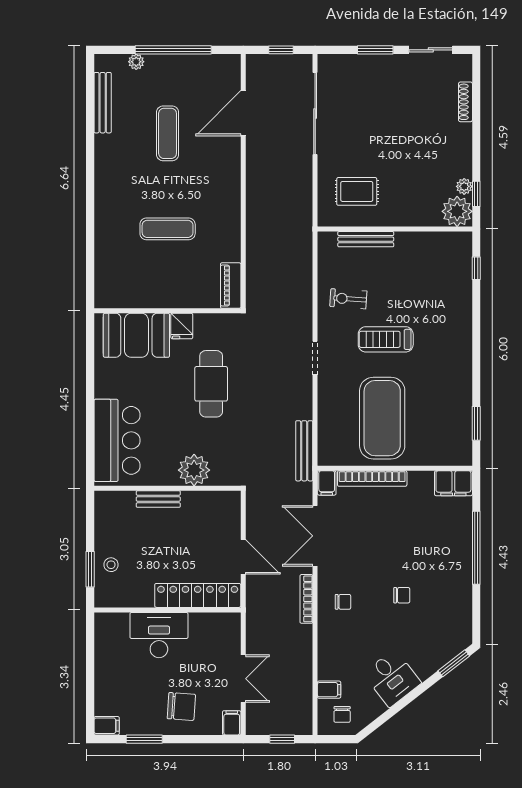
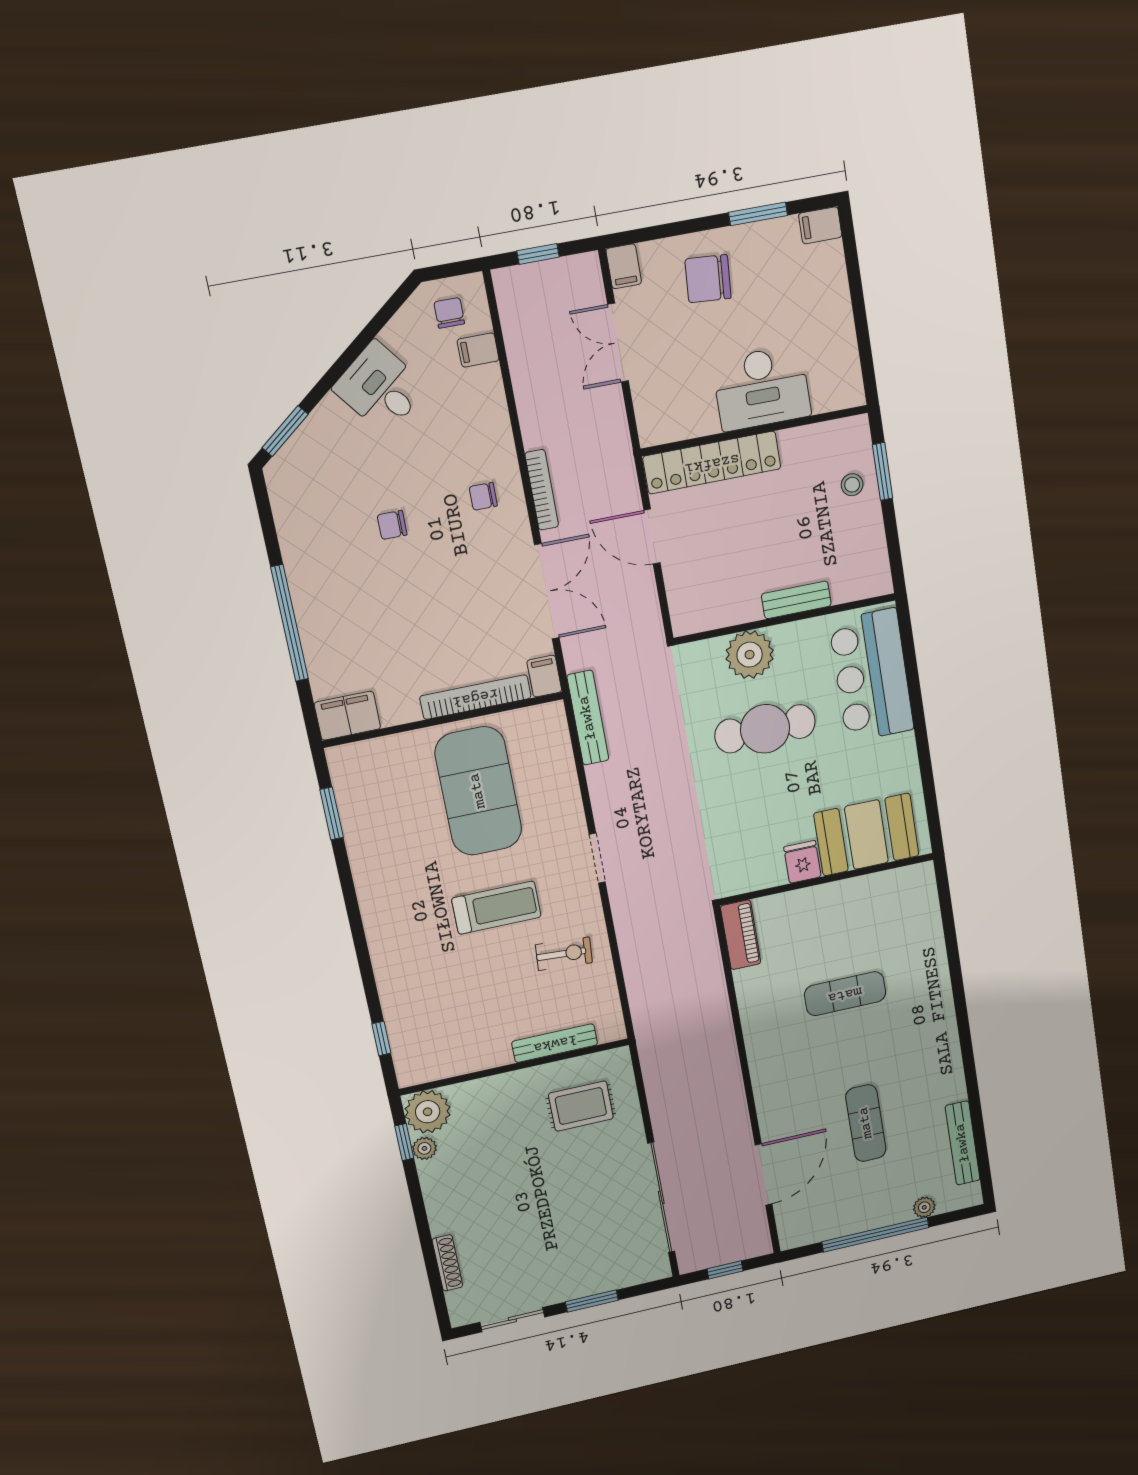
cafe table: (211, 384) -> (765, 729), moved, turned 90

